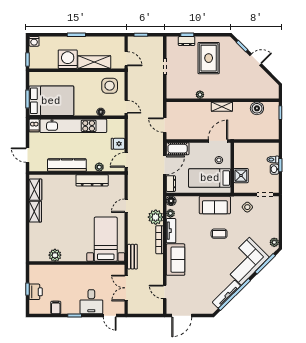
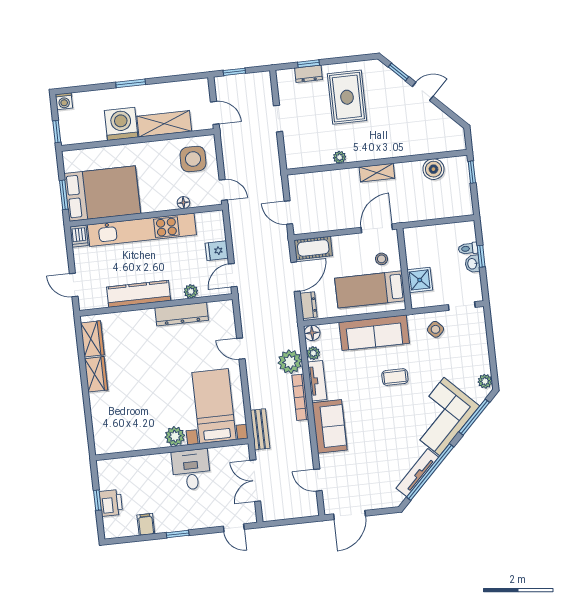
sofa: (215, 205) -> (374, 333), width x1.36
door: (126, 206) -> (241, 349), hinge flipped
plant: (55, 255) -> (175, 436), moved
desk: (91, 302) -> (191, 470), moved, turned 180

